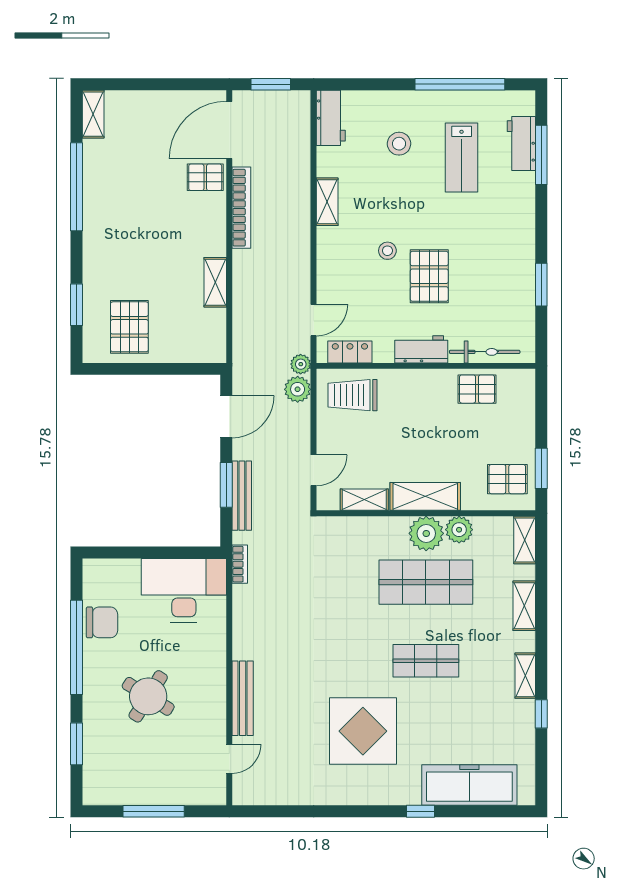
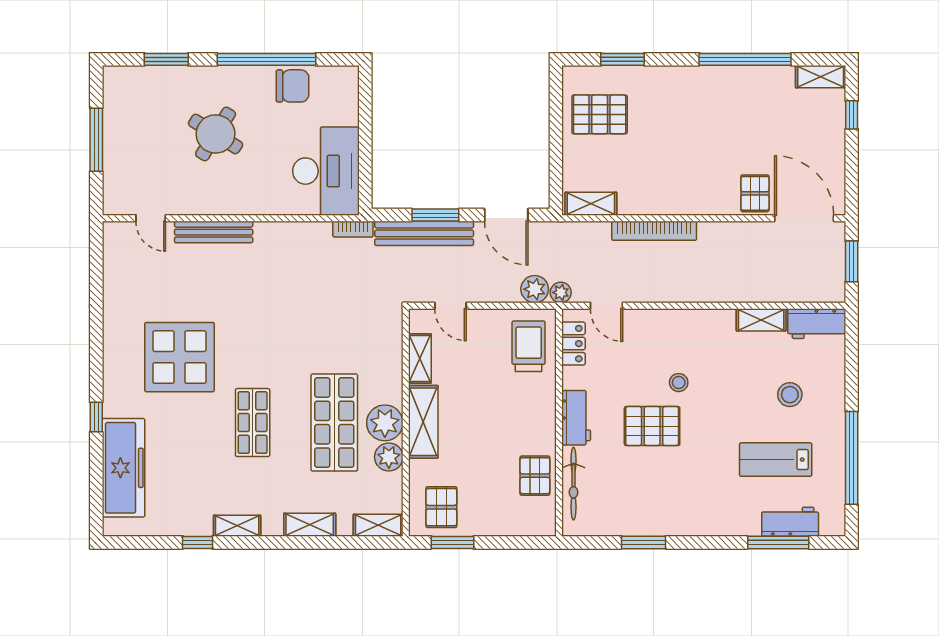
window: (130, 84) -> (852, 115), added
shelving: (327, 202) -> (761, 320), moved
bookcase: (241, 208) -> (654, 231), moved
shelving: (215, 282) -> (591, 204), moved
bench: (242, 496) -> (424, 233), width x1.37, depth x1.21
chair: (102, 622) -> (292, 86), turned -90

